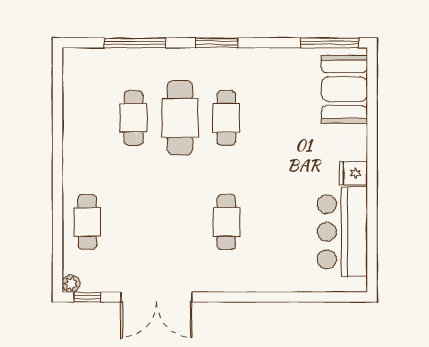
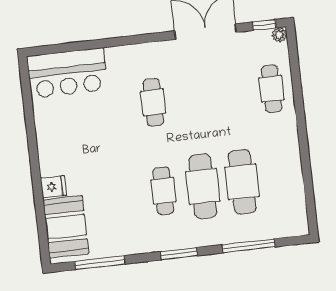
window: (329, 43) -> (100, 263), moved
cafe table: (134, 118) -> (242, 182), width x1.37, depth x1.35
fridge: (353, 173) -> (53, 187), moved
bar counter: (342, 232) -> (67, 73), moved, turned 90

